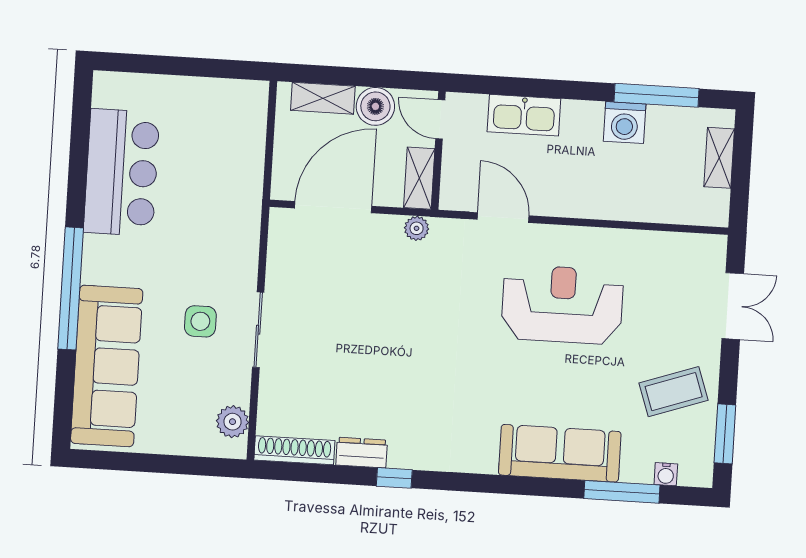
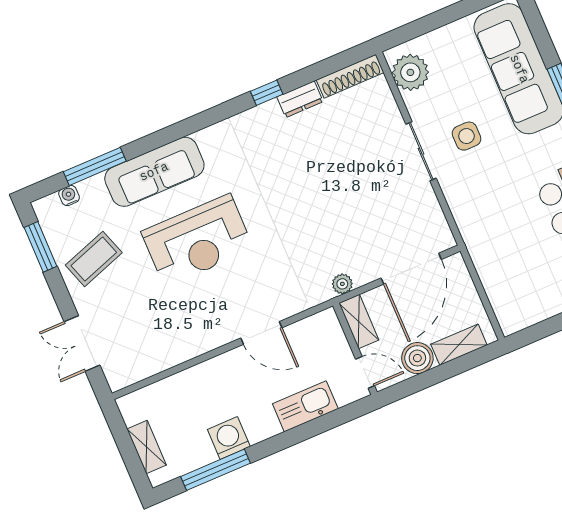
door: (503, 218) -> (261, 333), moved
reception desk: (562, 304) -> (197, 240), moved
plant: (233, 422) -> (410, 72), width x1.36, depth x1.36

